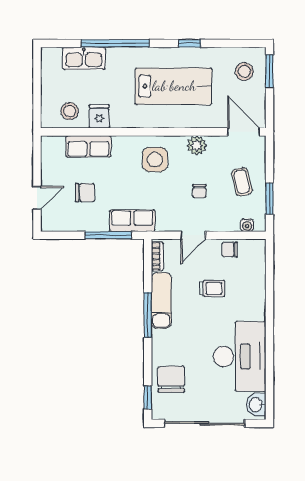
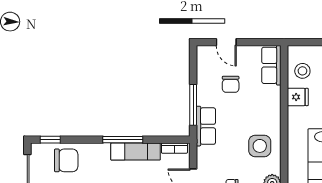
row of seats: (88, 146) -> (271, 65), moved

